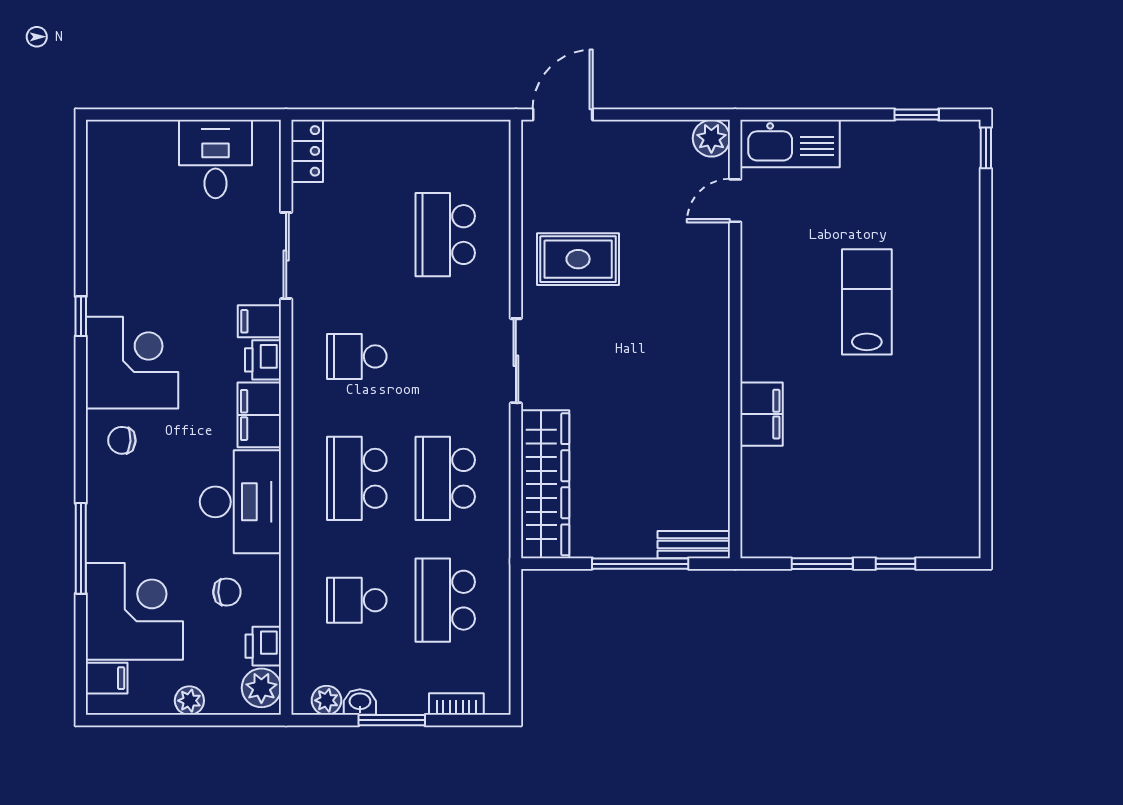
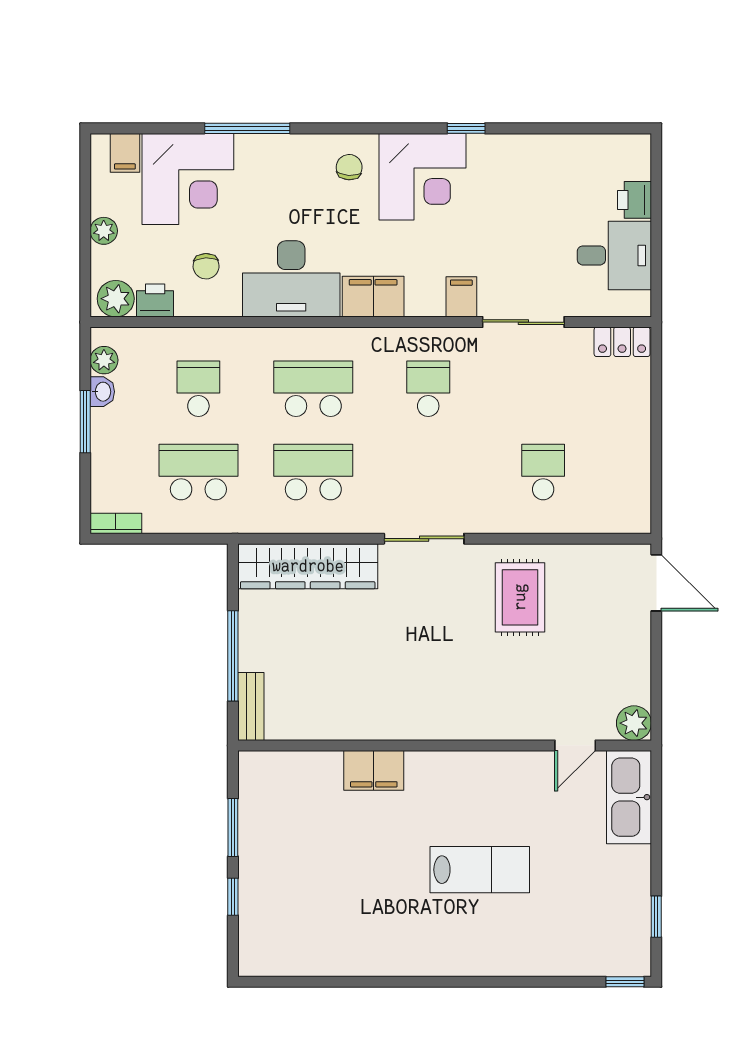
door: (735, 201) -> (575, 745), swing flipped
school desk: (445, 235) -> (543, 472), width x0.54
printer: (263, 360) -> (635, 200), moved, turned -90
bookcase: (456, 704) -> (116, 523), moved, turned -90

